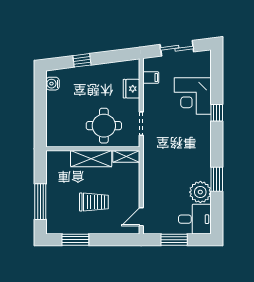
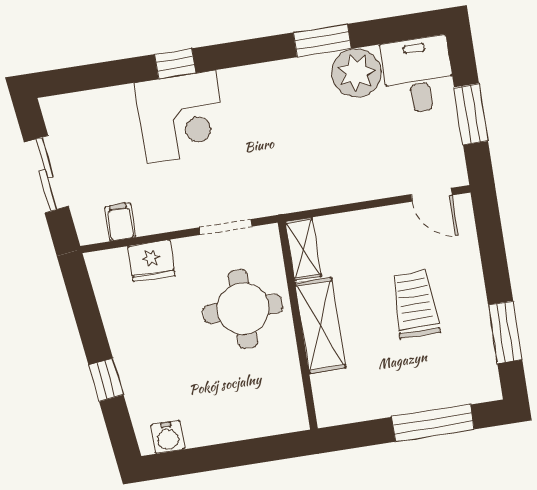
corner desk: (193, 96) -> (181, 117), moved

